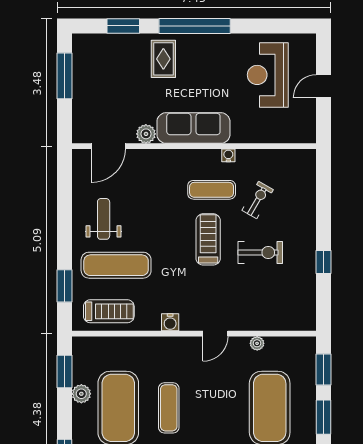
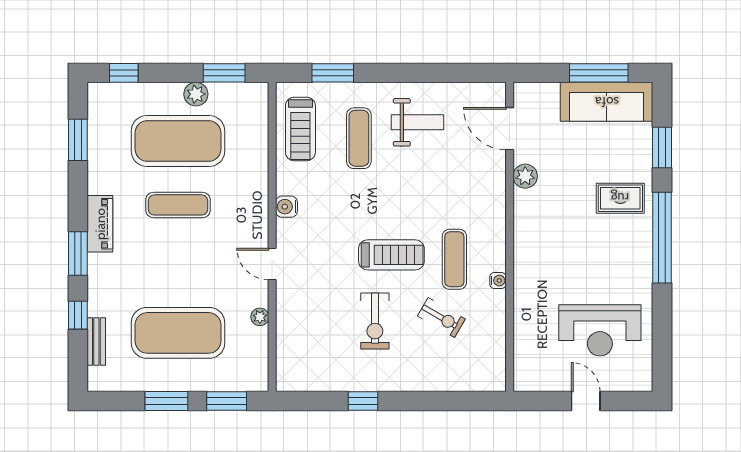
reception desk: (268, 75) -> (600, 330), turned 180
sofa: (193, 128) -> (607, 102), moved, turned 90
exercise mat: (116, 265) -> (359, 138), width x0.73, depth x0.69

